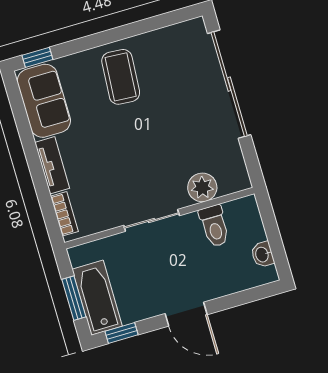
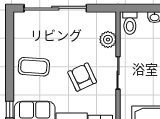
armchair: (127, 163) -> (82, 77), added
toilet: (214, 226) -> (130, 23), moved, turned 90

